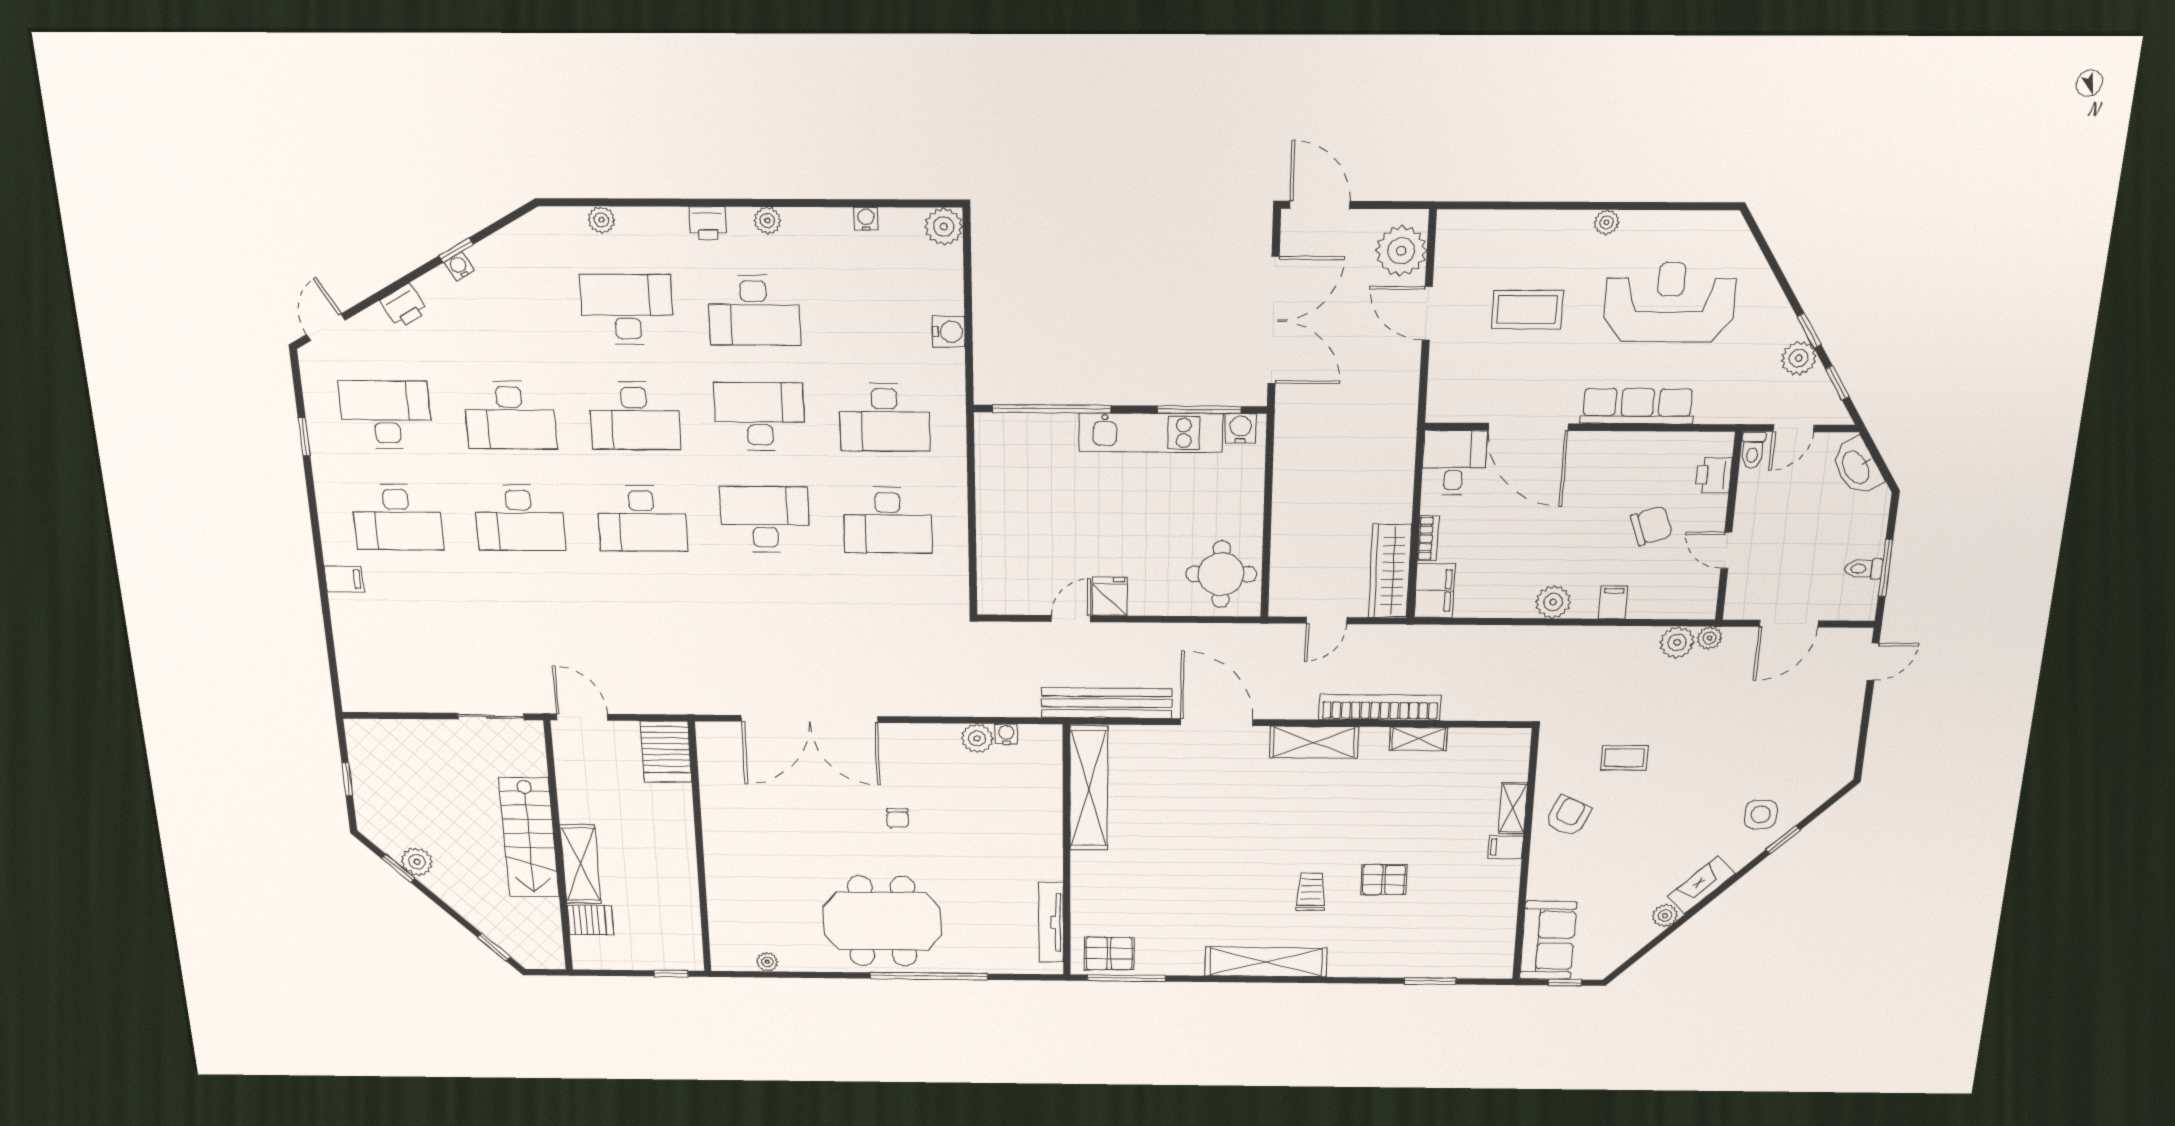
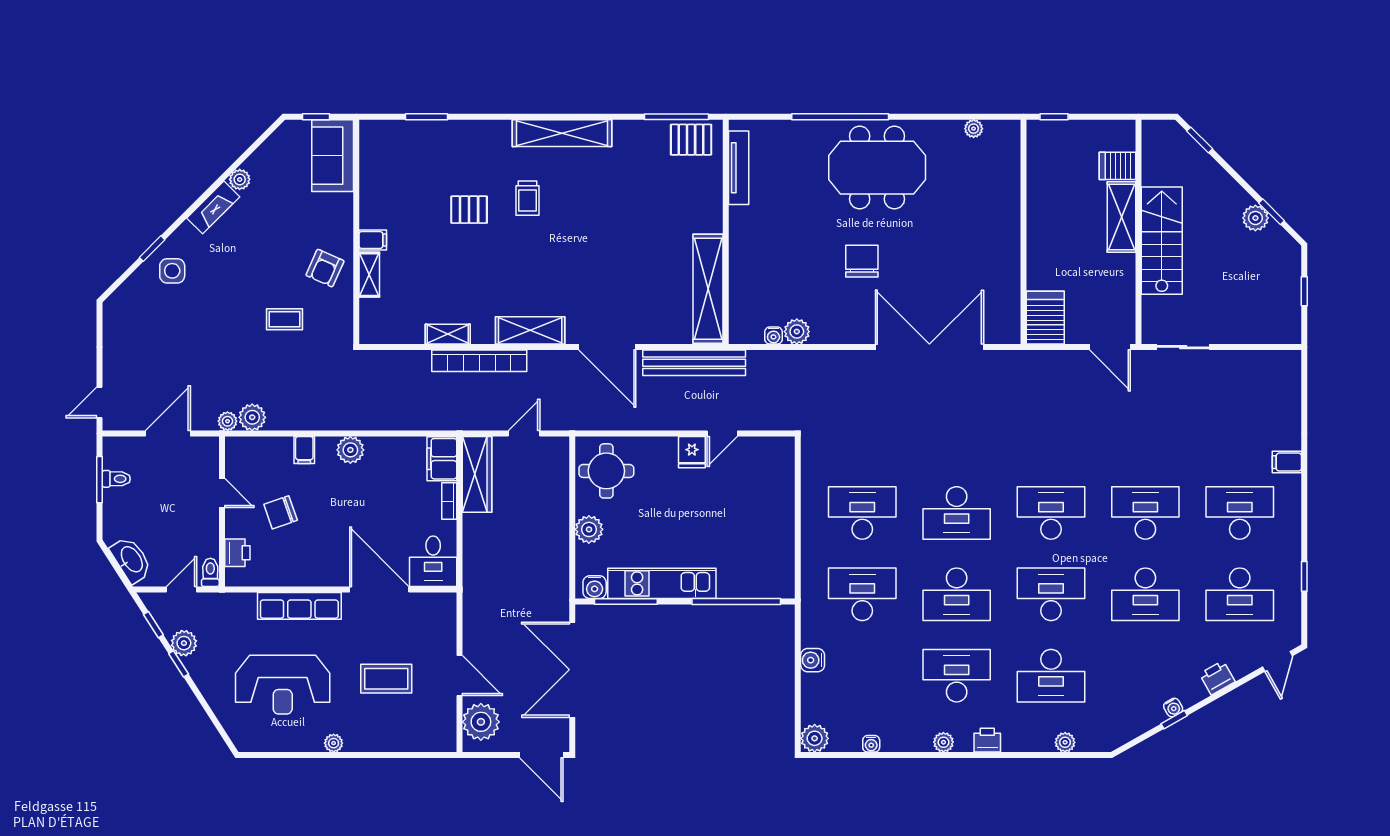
desk: (510, 415) -> (1145, 594), turned 180
plant: (1246, 502) -> (589, 529), added
chair: (898, 818) -> (862, 261), width x1.87, depth x1.87

